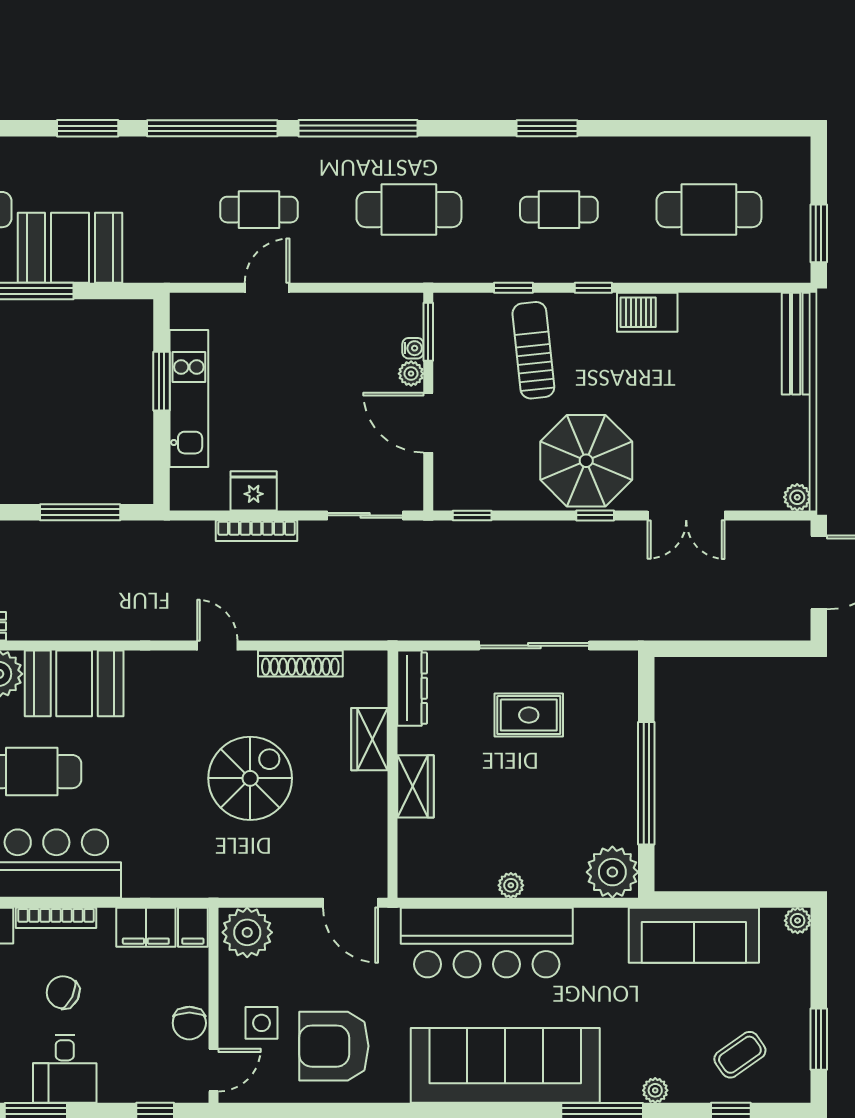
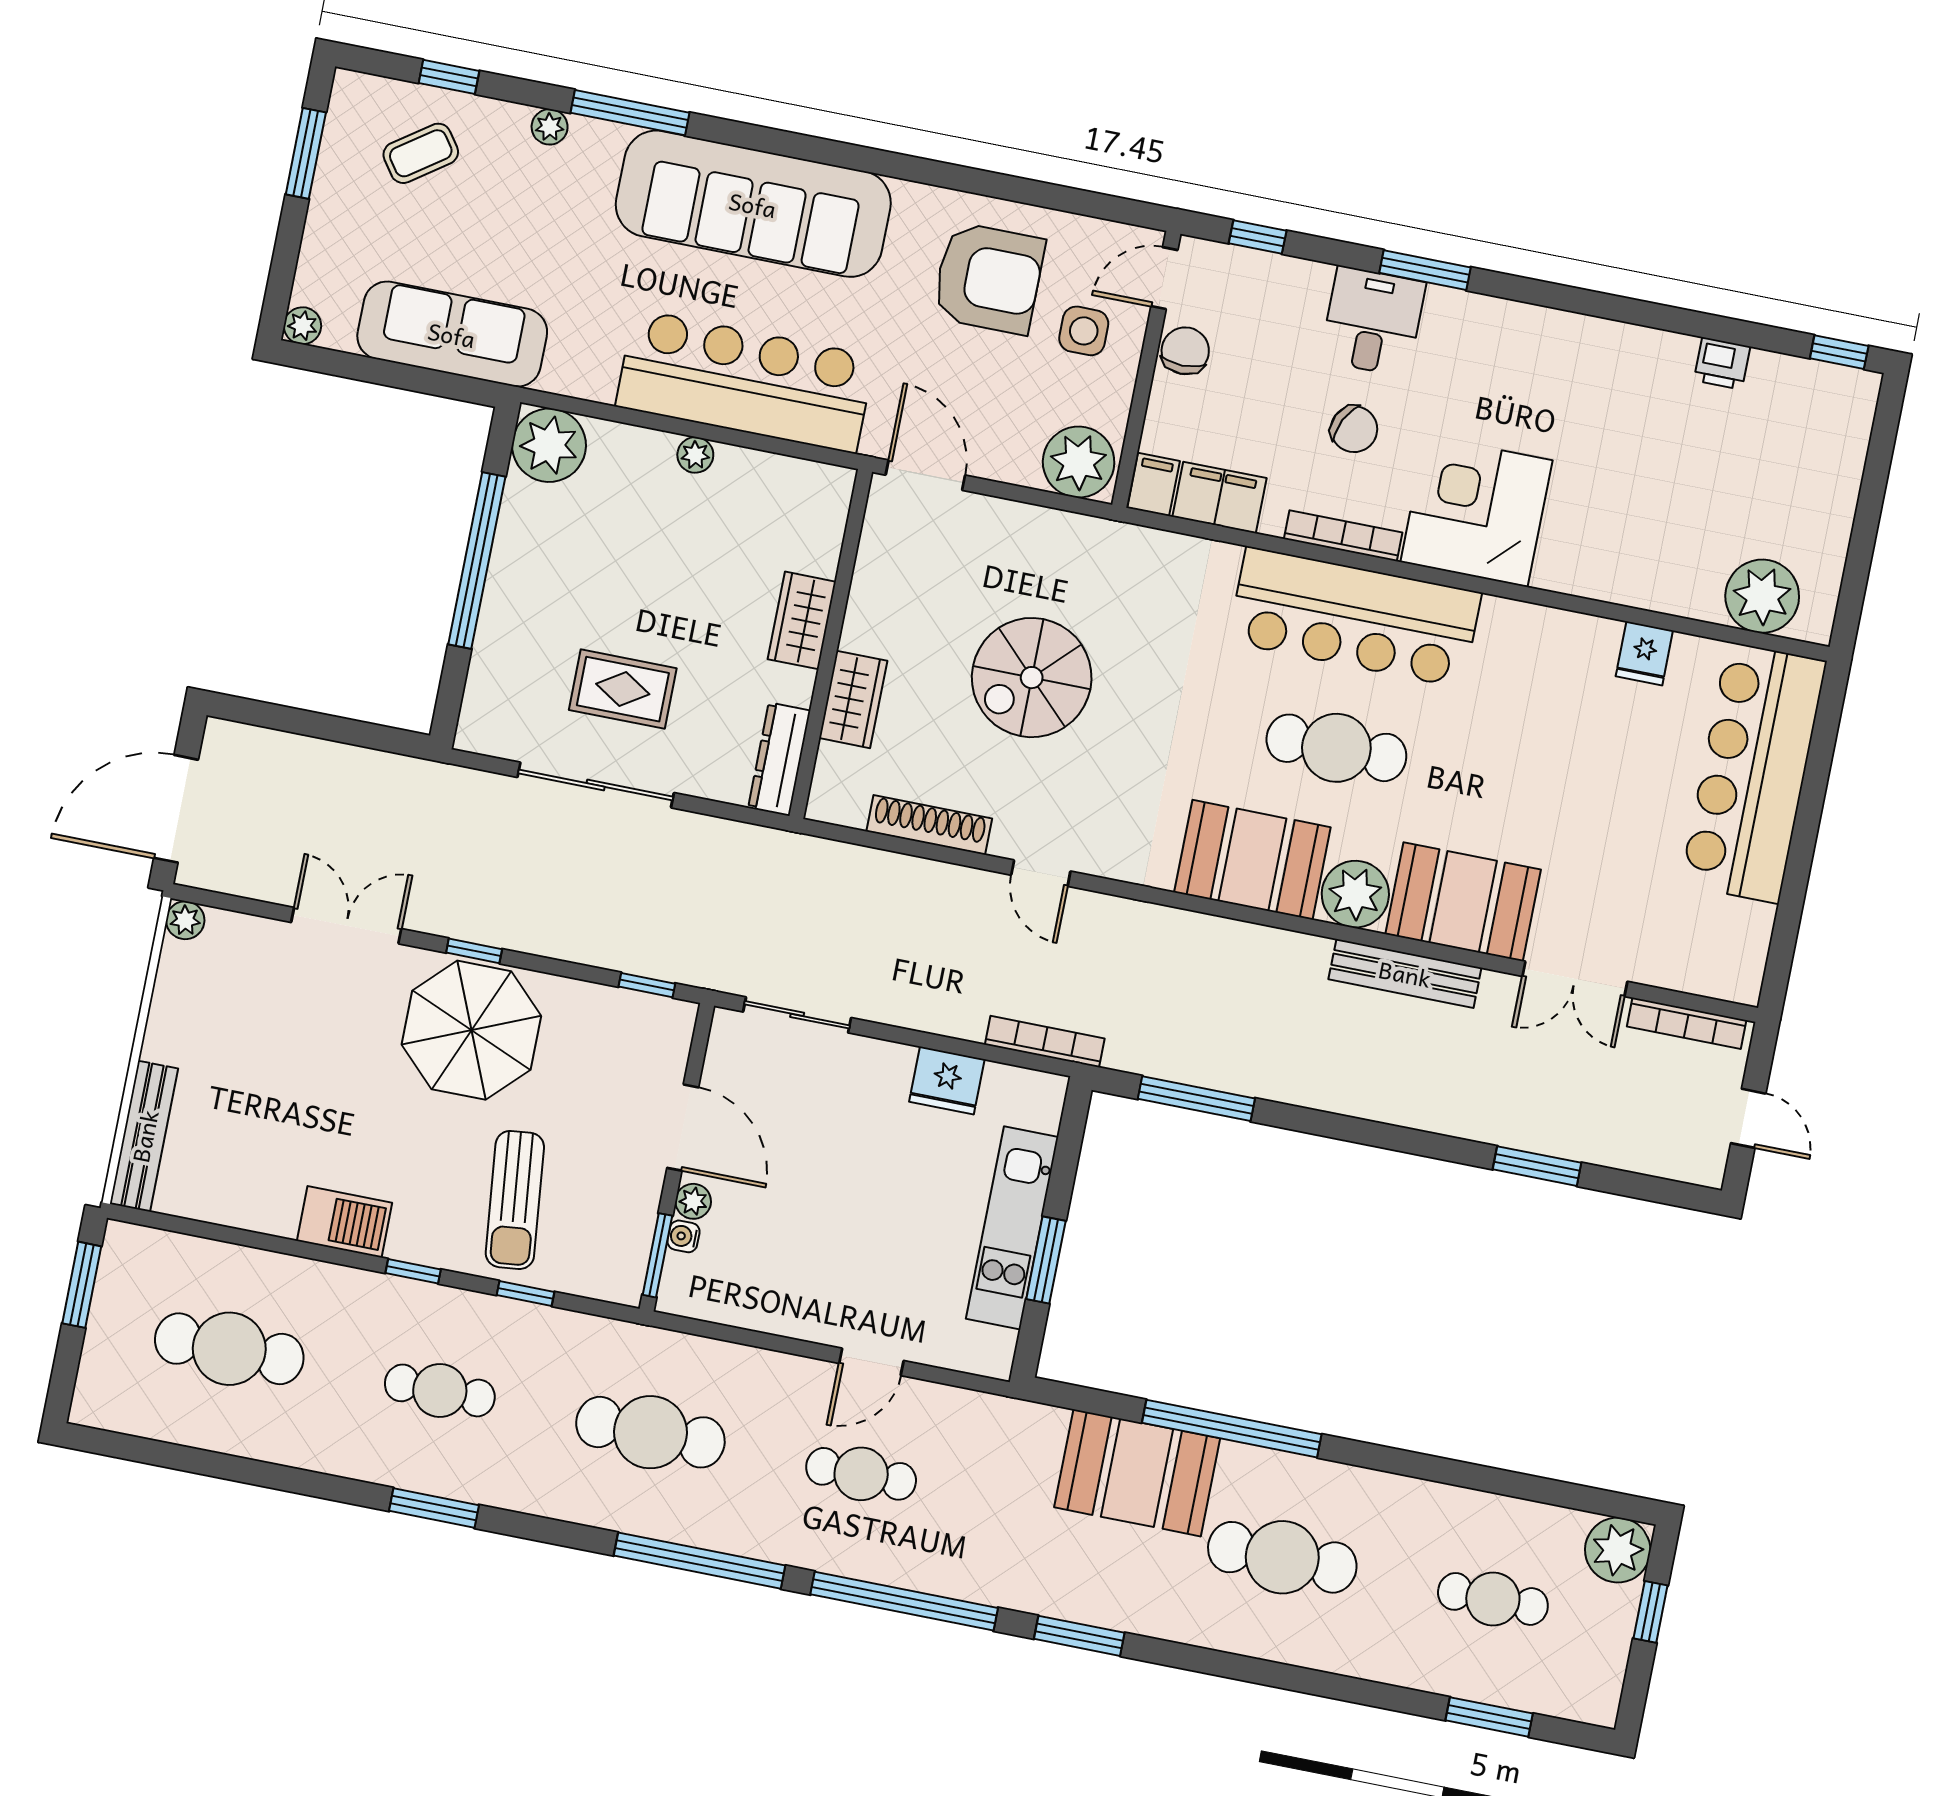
bookcase: (257, 531) -> (1045, 1042), moved

